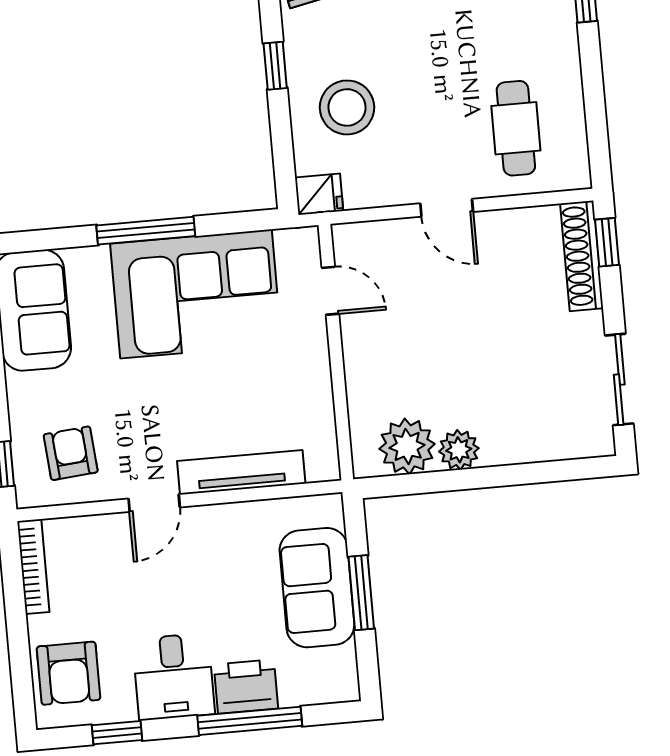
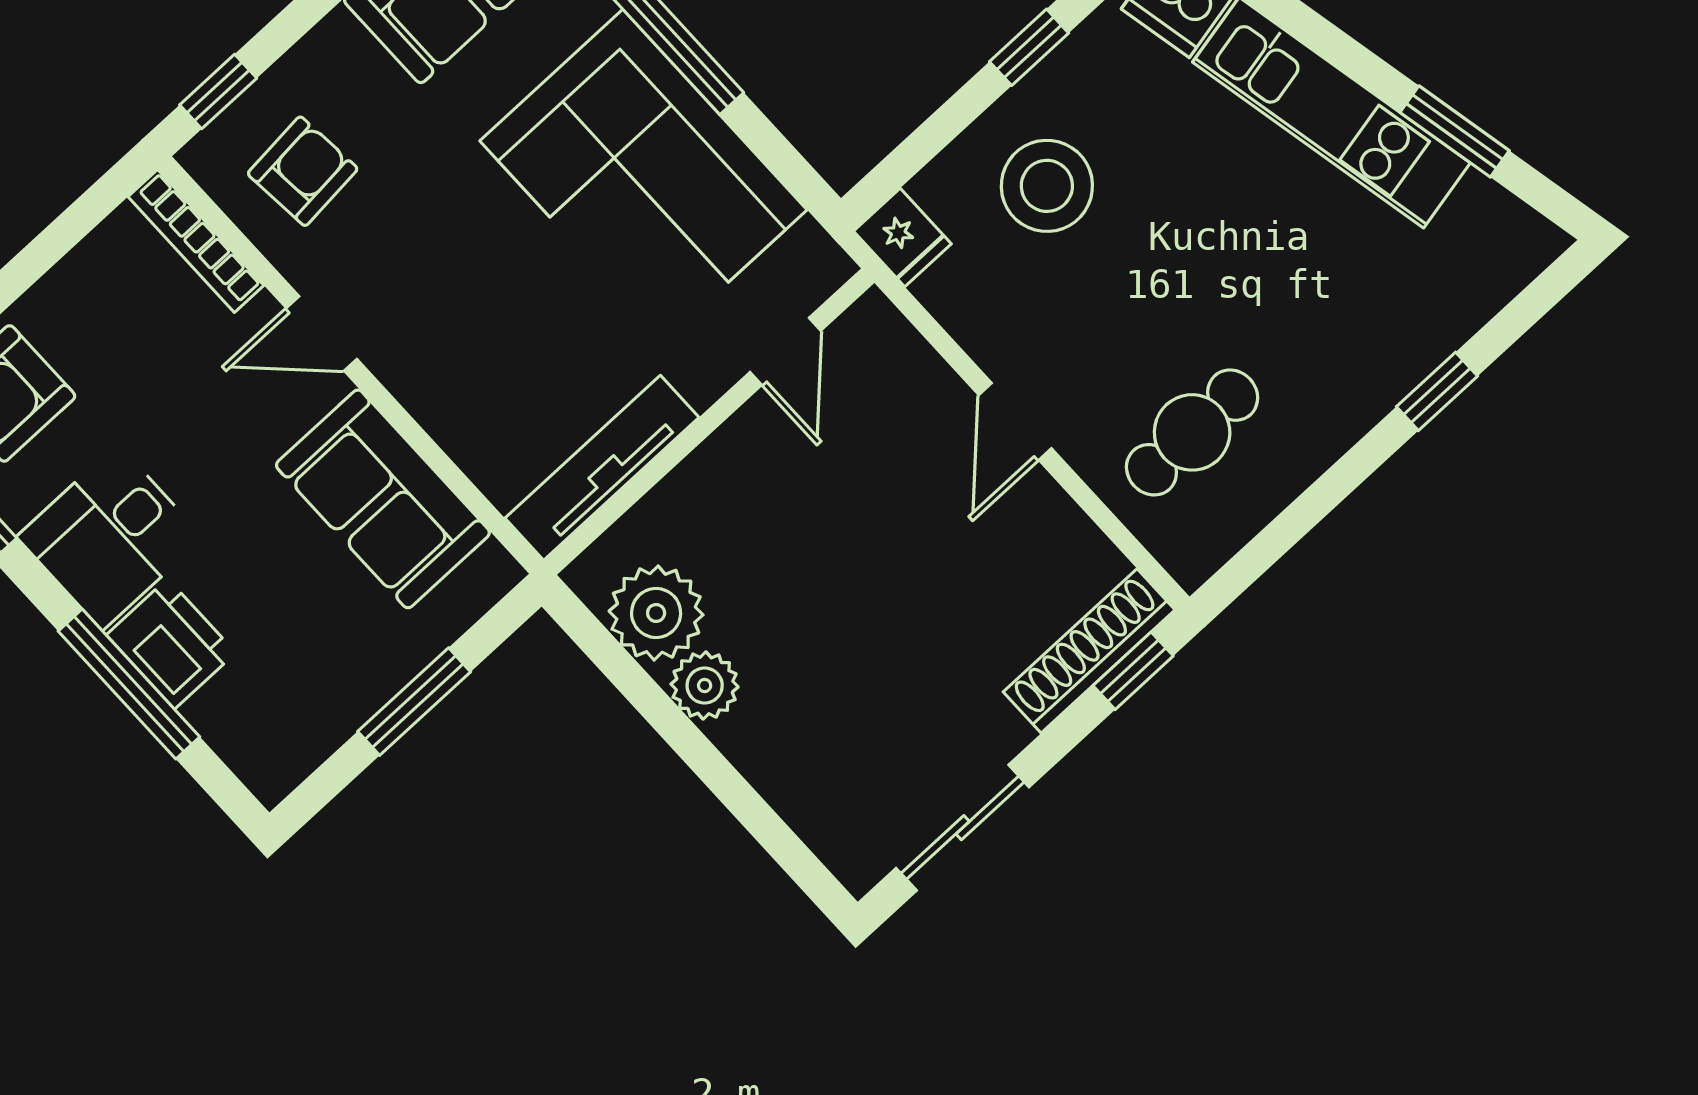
tv unit: (241, 472) -> (602, 468), moved, turned -90
bookcase: (33, 567) -> (196, 241), moved, turned 90
sofa: (317, 588) -> (383, 499), moved, turned -90

